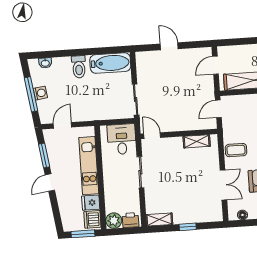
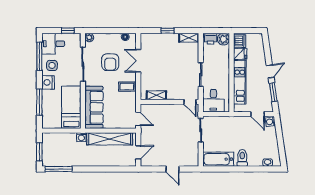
washing machine: (40, 93) -> (270, 122), moved
window: (31, 94) -> (280, 139), removed
door: (218, 109) -> (138, 119), hinge flipped
door: (62, 125) -> (258, 114), hinge flipped
window: (83, 234) -> (248, 31), removed

